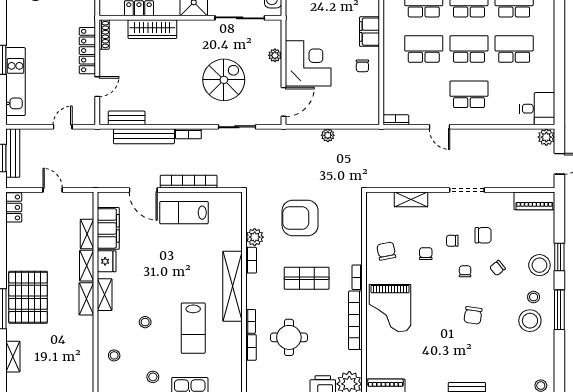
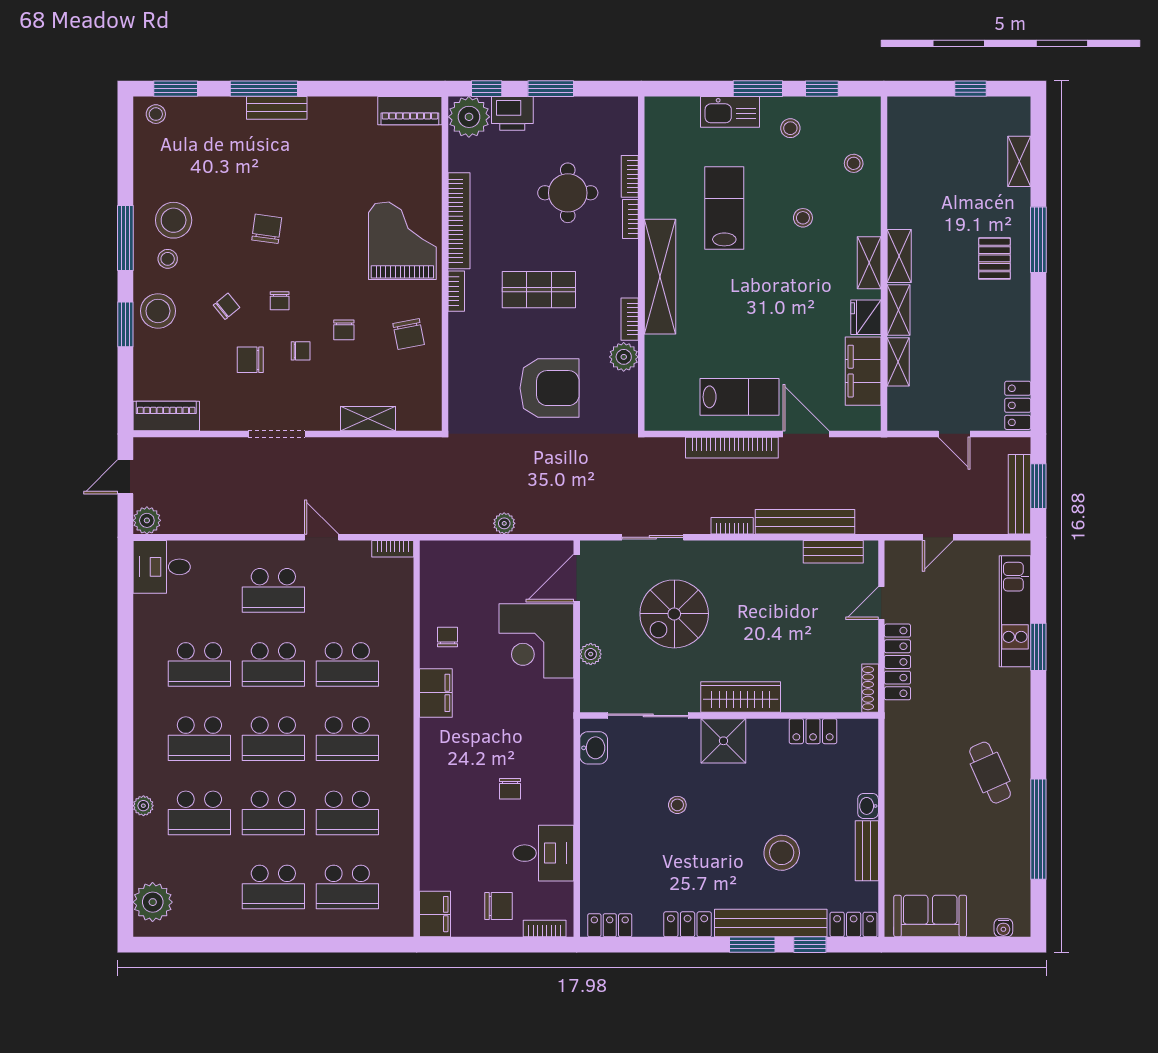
wardrobe: (152, 29) -> (741, 697), moved
pallet: (28, 297) -> (994, 258), width x0.49, depth x0.50

